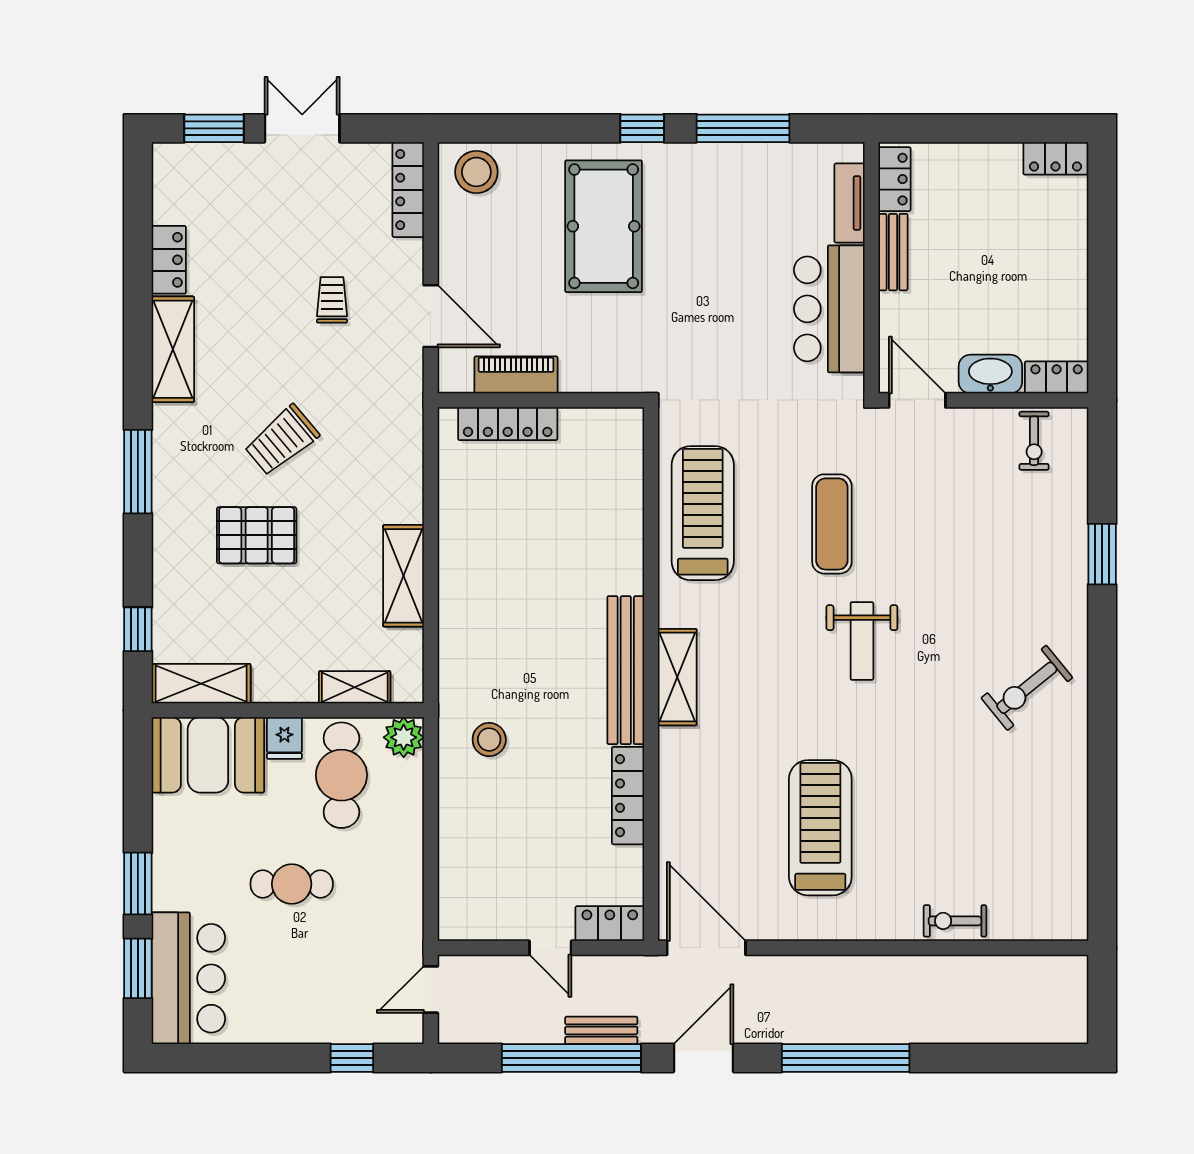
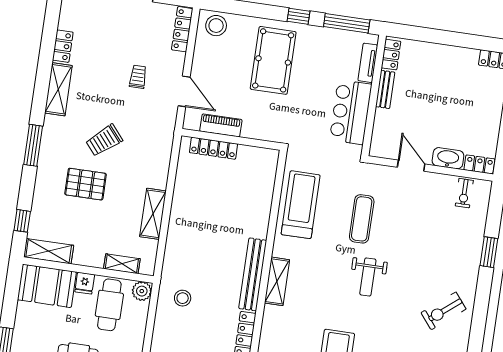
locker: (894, 179) -> (391, 55), moved
tv unit: (849, 203) -> (368, 63), moved
bench: (893, 252) -> (385, 89), moved
wall: (871, 268) -> (374, 95), moved
bar counter: (829, 309) -> (351, 112), moved

